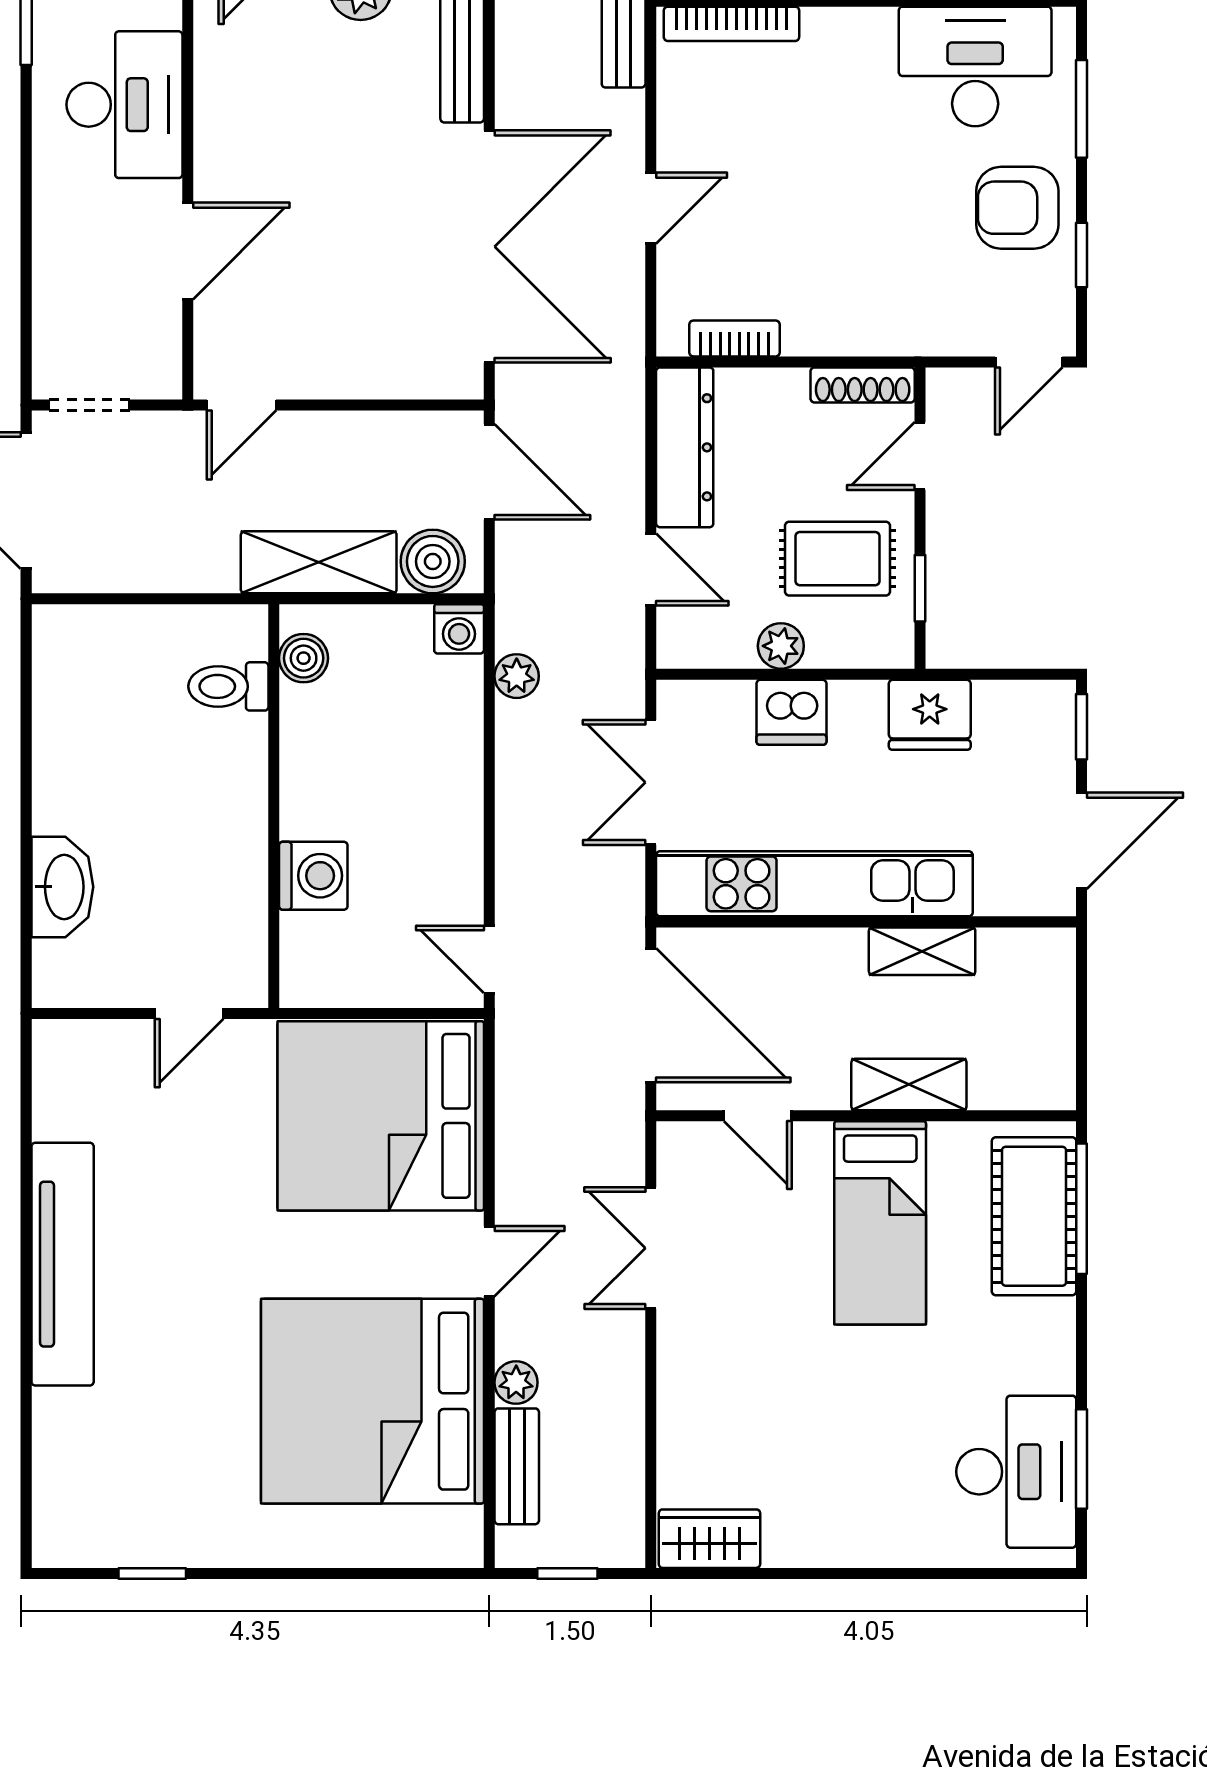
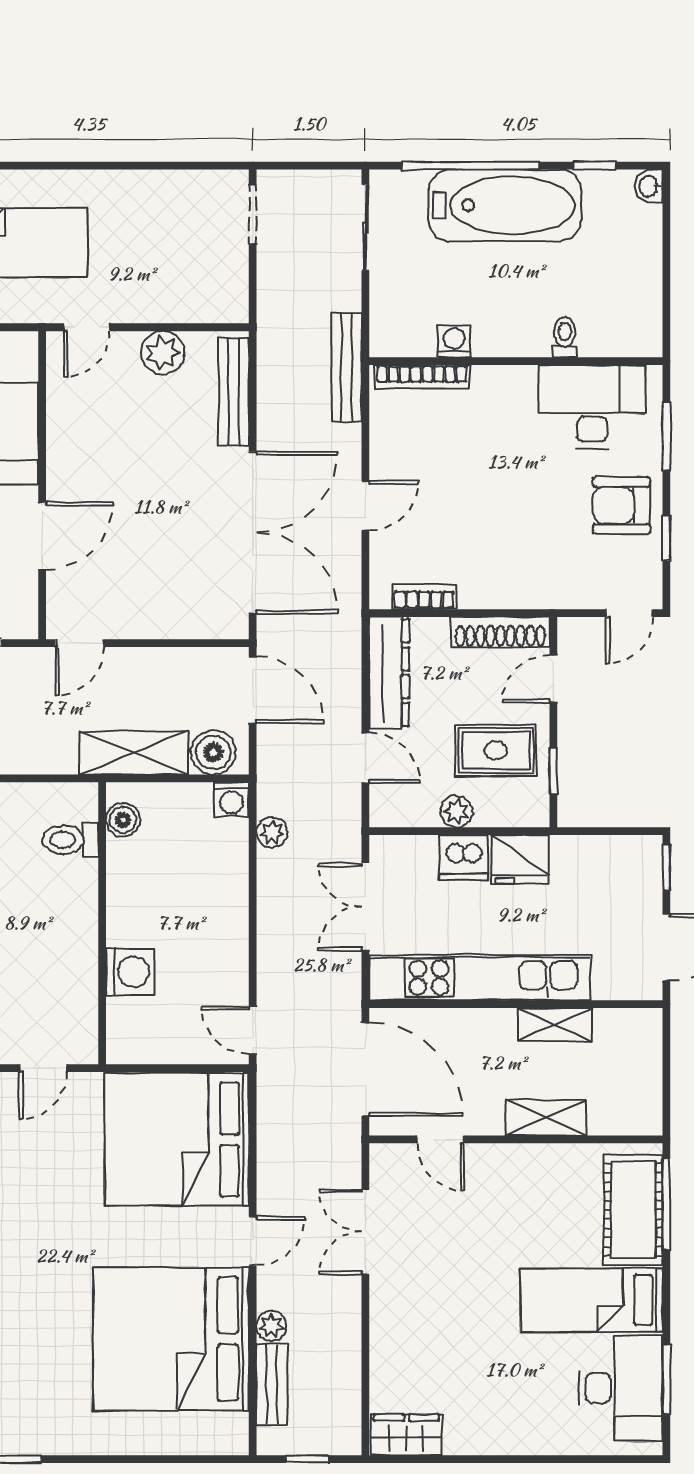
shoe rack: (863, 385) -> (500, 632), width x1.36, depth x1.24
fridge: (930, 715) -> (520, 859), moved
bed: (880, 1223) -> (591, 1300), moved, turned 90

